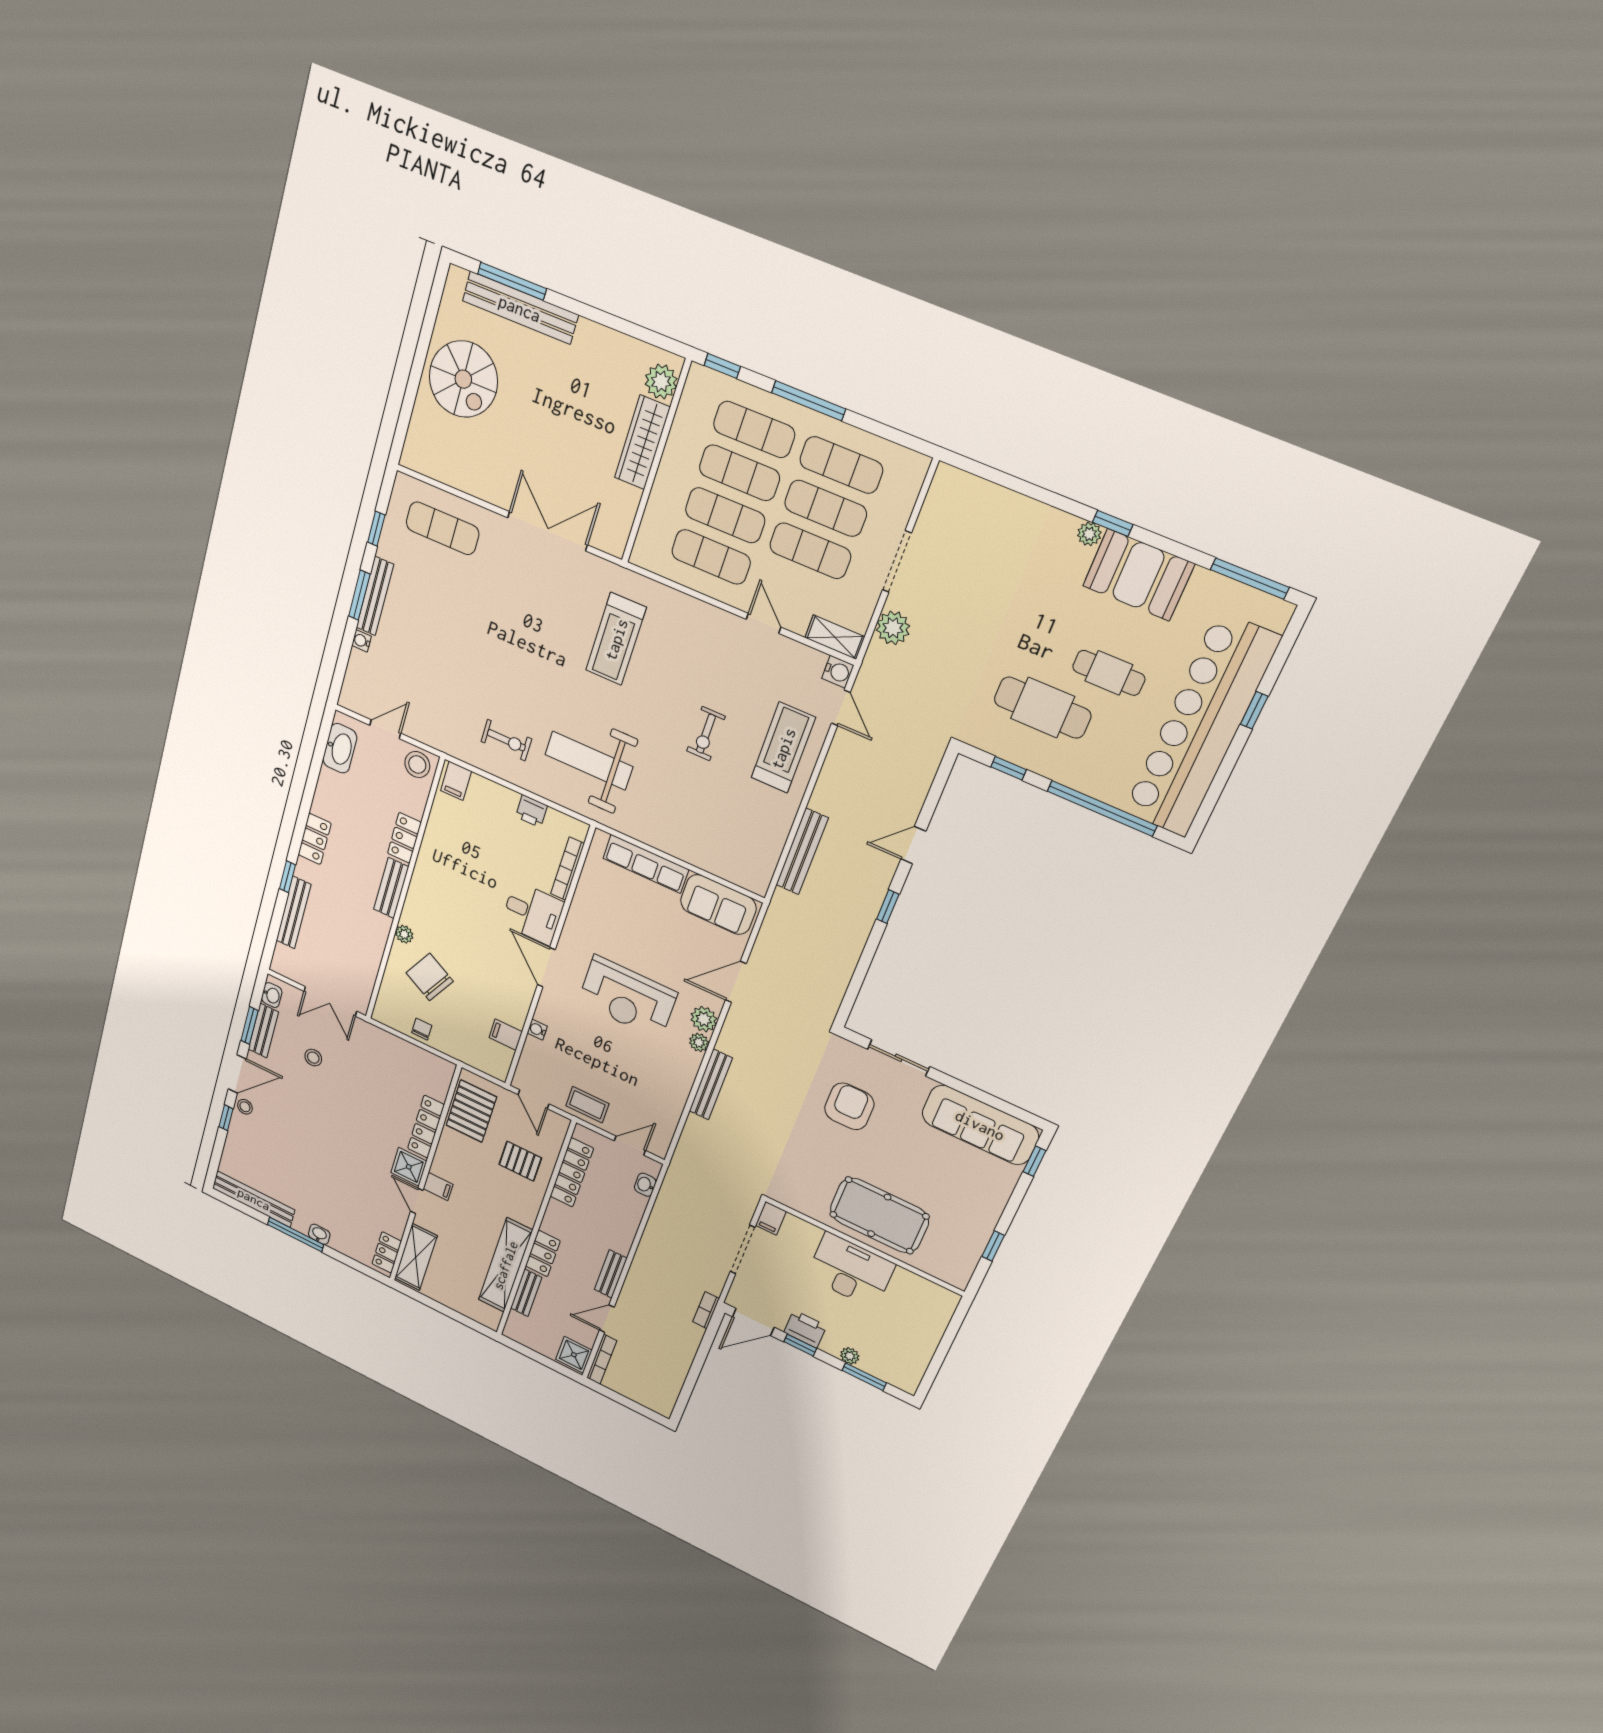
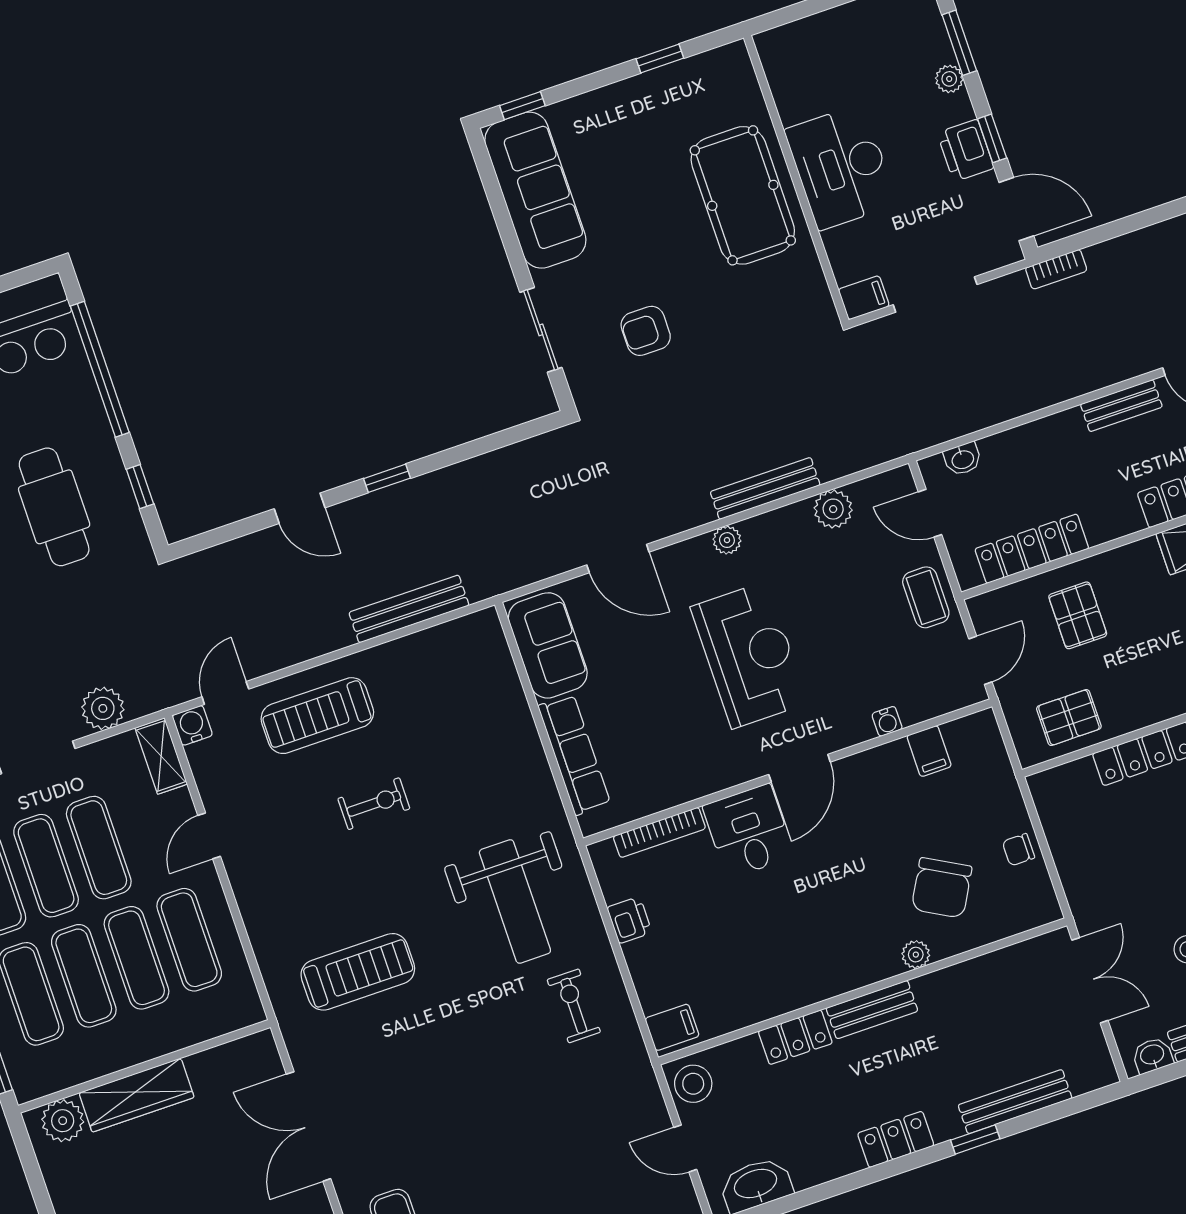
plant: (704, 1019) -> (833, 509), moved
armchair: (849, 1106) -> (646, 331), width x0.72, depth x0.72
pallet: (471, 1111) -> (1069, 718), width x0.67, depth x0.71

